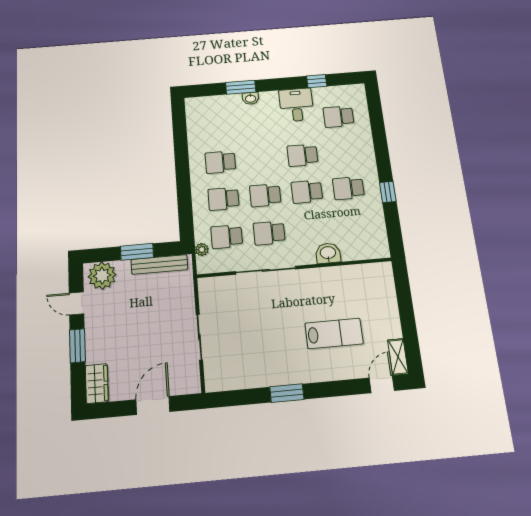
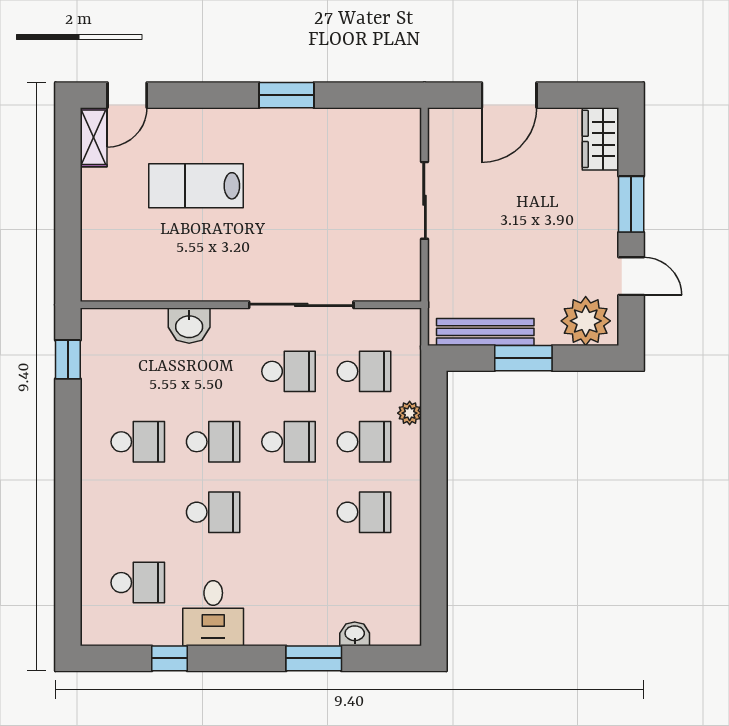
washbasin: (251, 98) -> (355, 634), moved
window: (388, 192) -> (68, 359), moved
plant: (202, 250) -> (410, 413), moved

